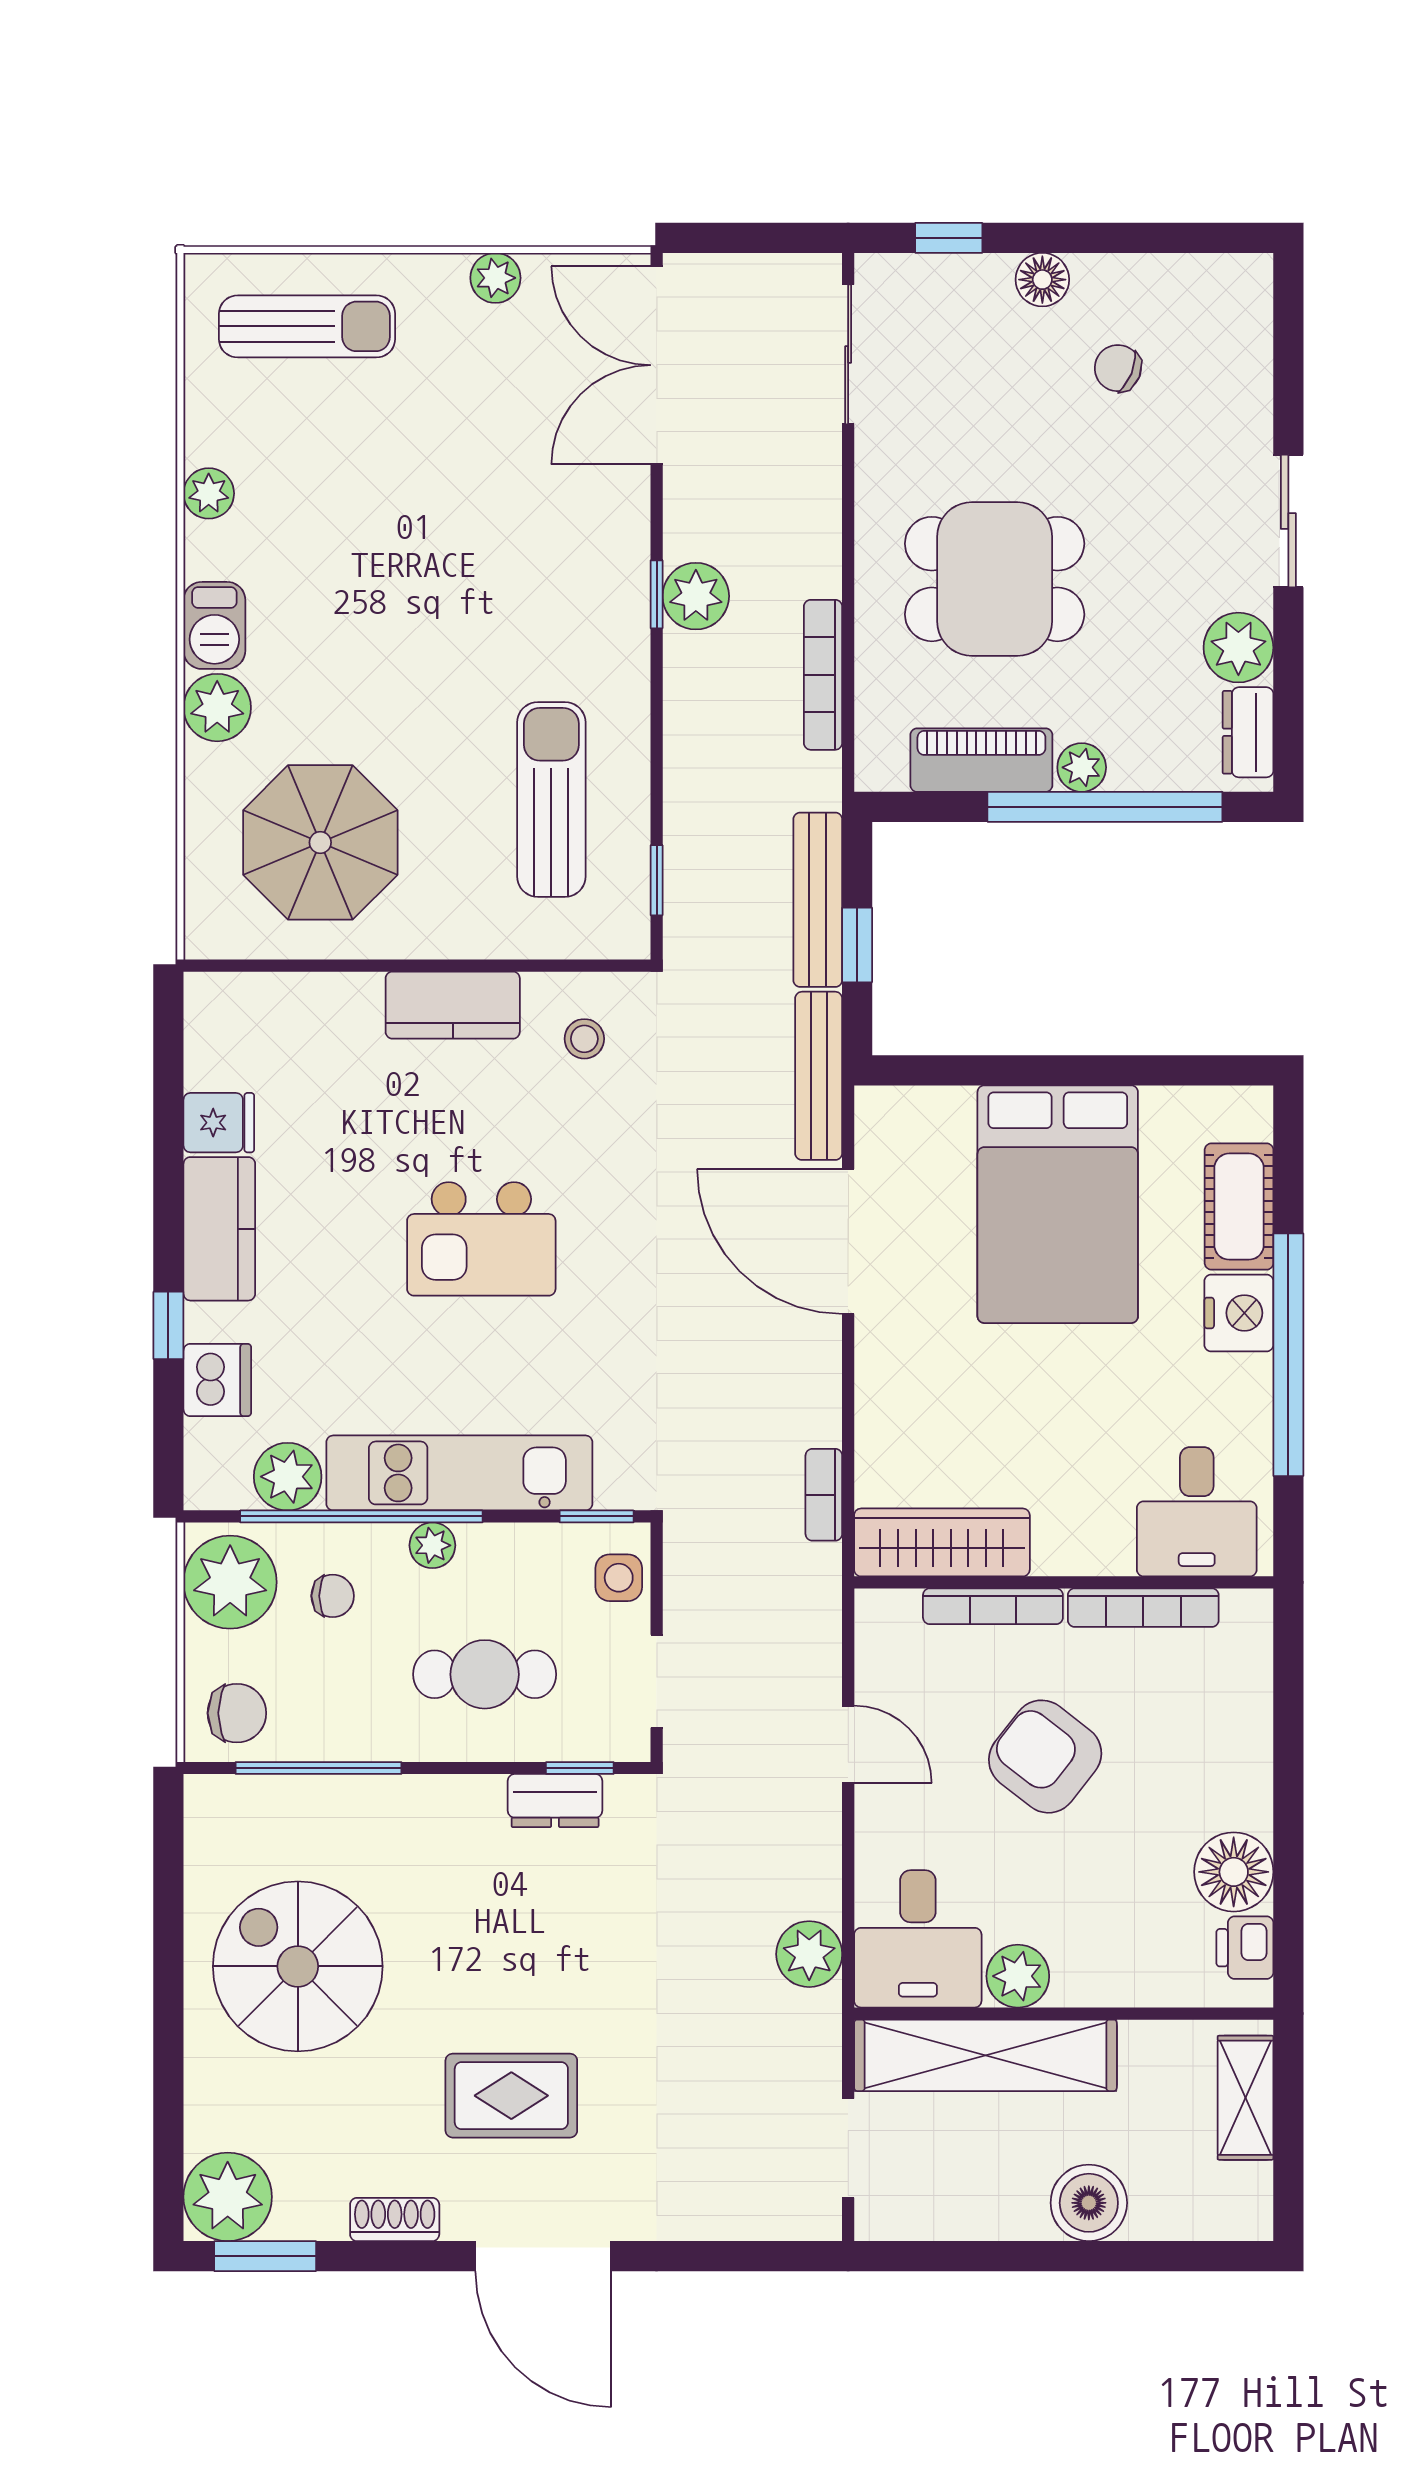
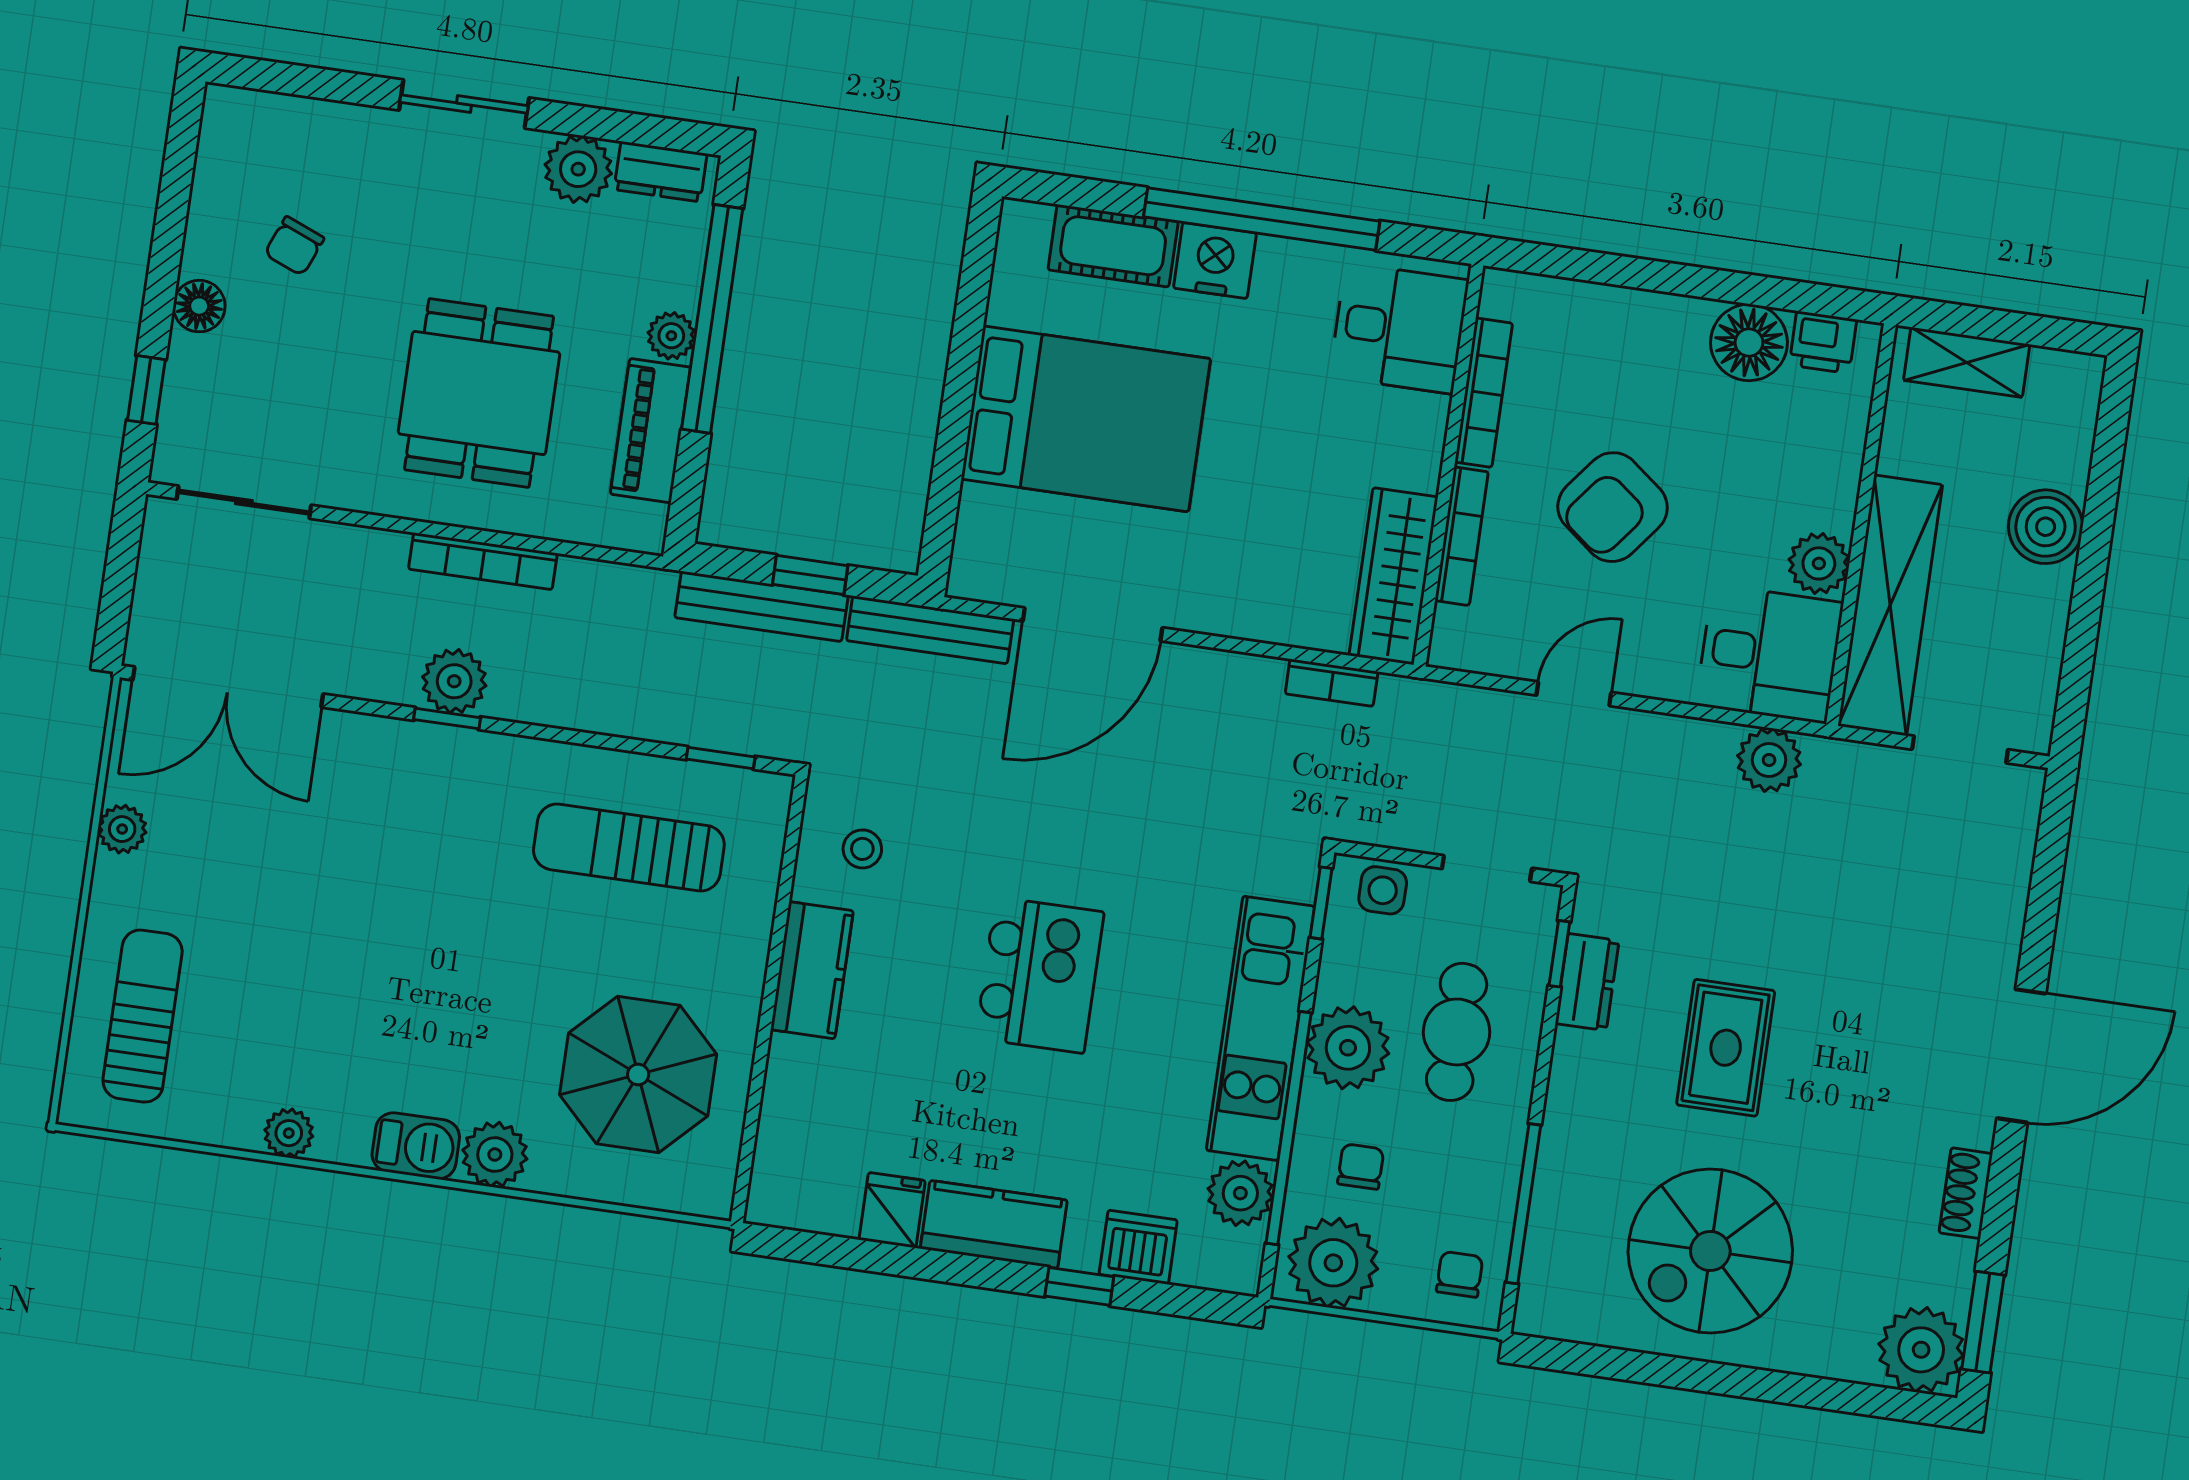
bookcase: (823, 675) -> (483, 561), moved
plant: (432, 1545) -> (1348, 1048), width x1.88, depth x1.88
chair: (237, 1713) -> (1460, 1274), width x0.73, depth x0.73
rug: (511, 2096) -> (1726, 1048), moved

